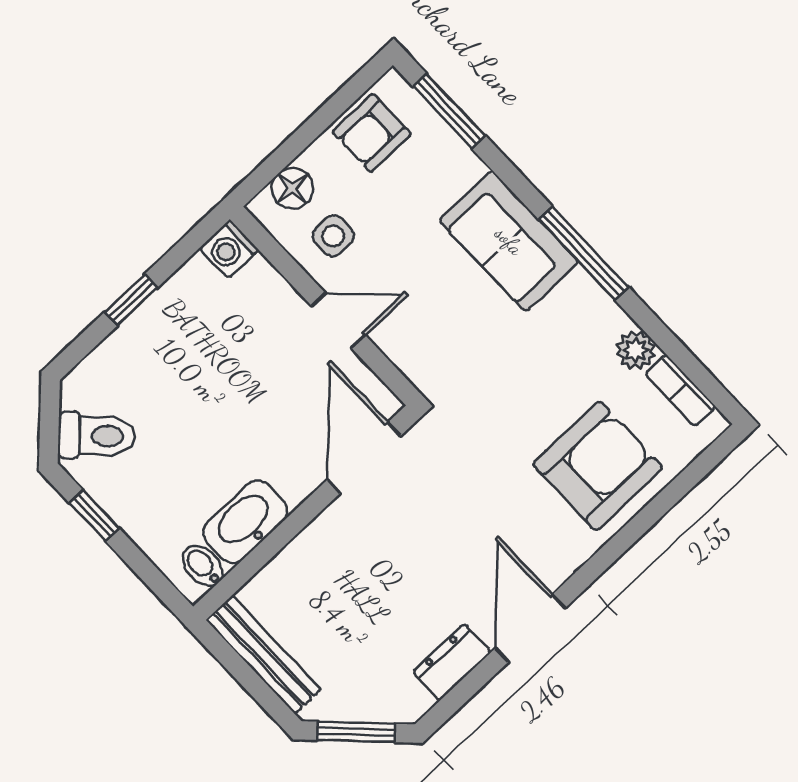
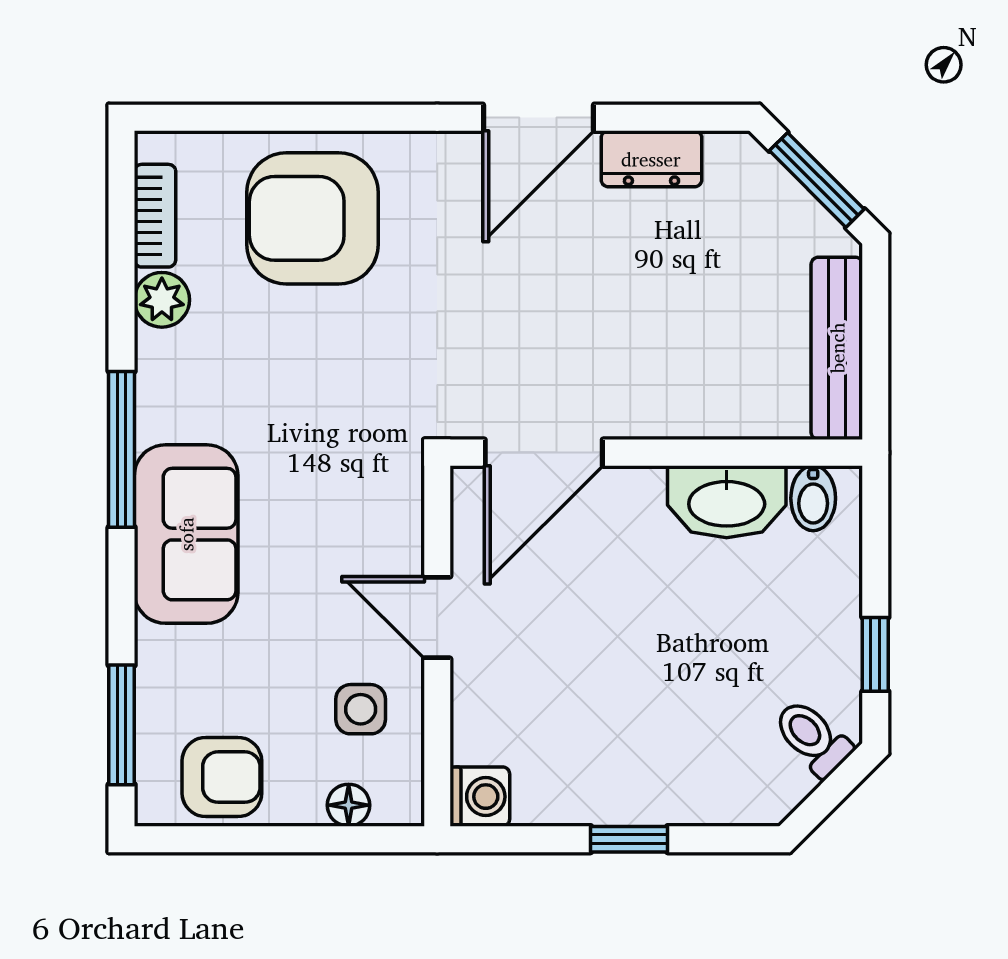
floor lamp: (292, 188) -> (349, 805), width x0.73, depth x0.73
toilet: (97, 436) -> (813, 738), width x0.73, depth x0.72

